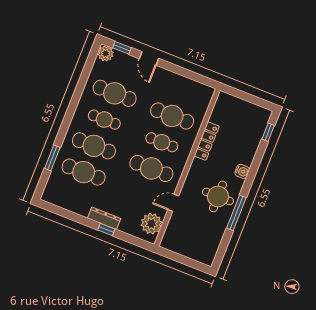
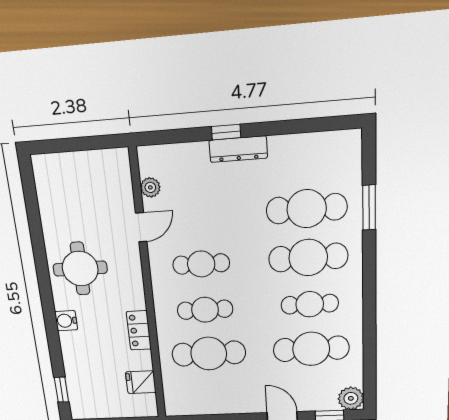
fridge: (219, 116) -> (141, 382), added
locker: (207, 141) -> (139, 330), width x0.66
cafe table: (151, 168) -> (201, 264), width x0.73, depth x0.74
window: (236, 213) -> (40, 257), removed
plant: (151, 224) -> (150, 187), width x0.53, depth x0.53

